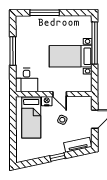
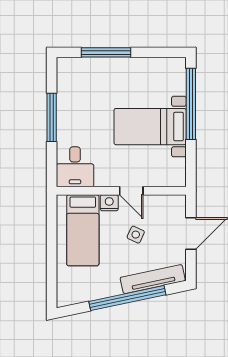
tv unit: (78, 145) -> (153, 279), width x1.41
window: (57, 157) -> (127, 298), width x3.17

